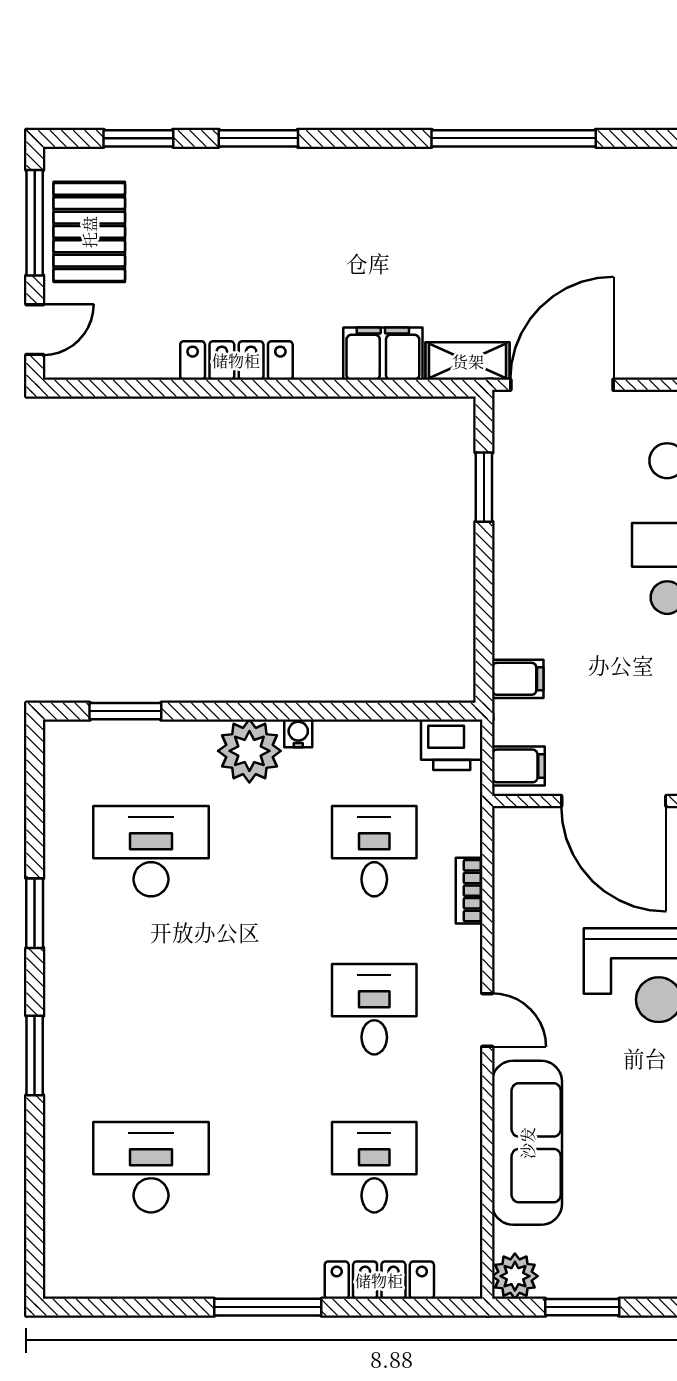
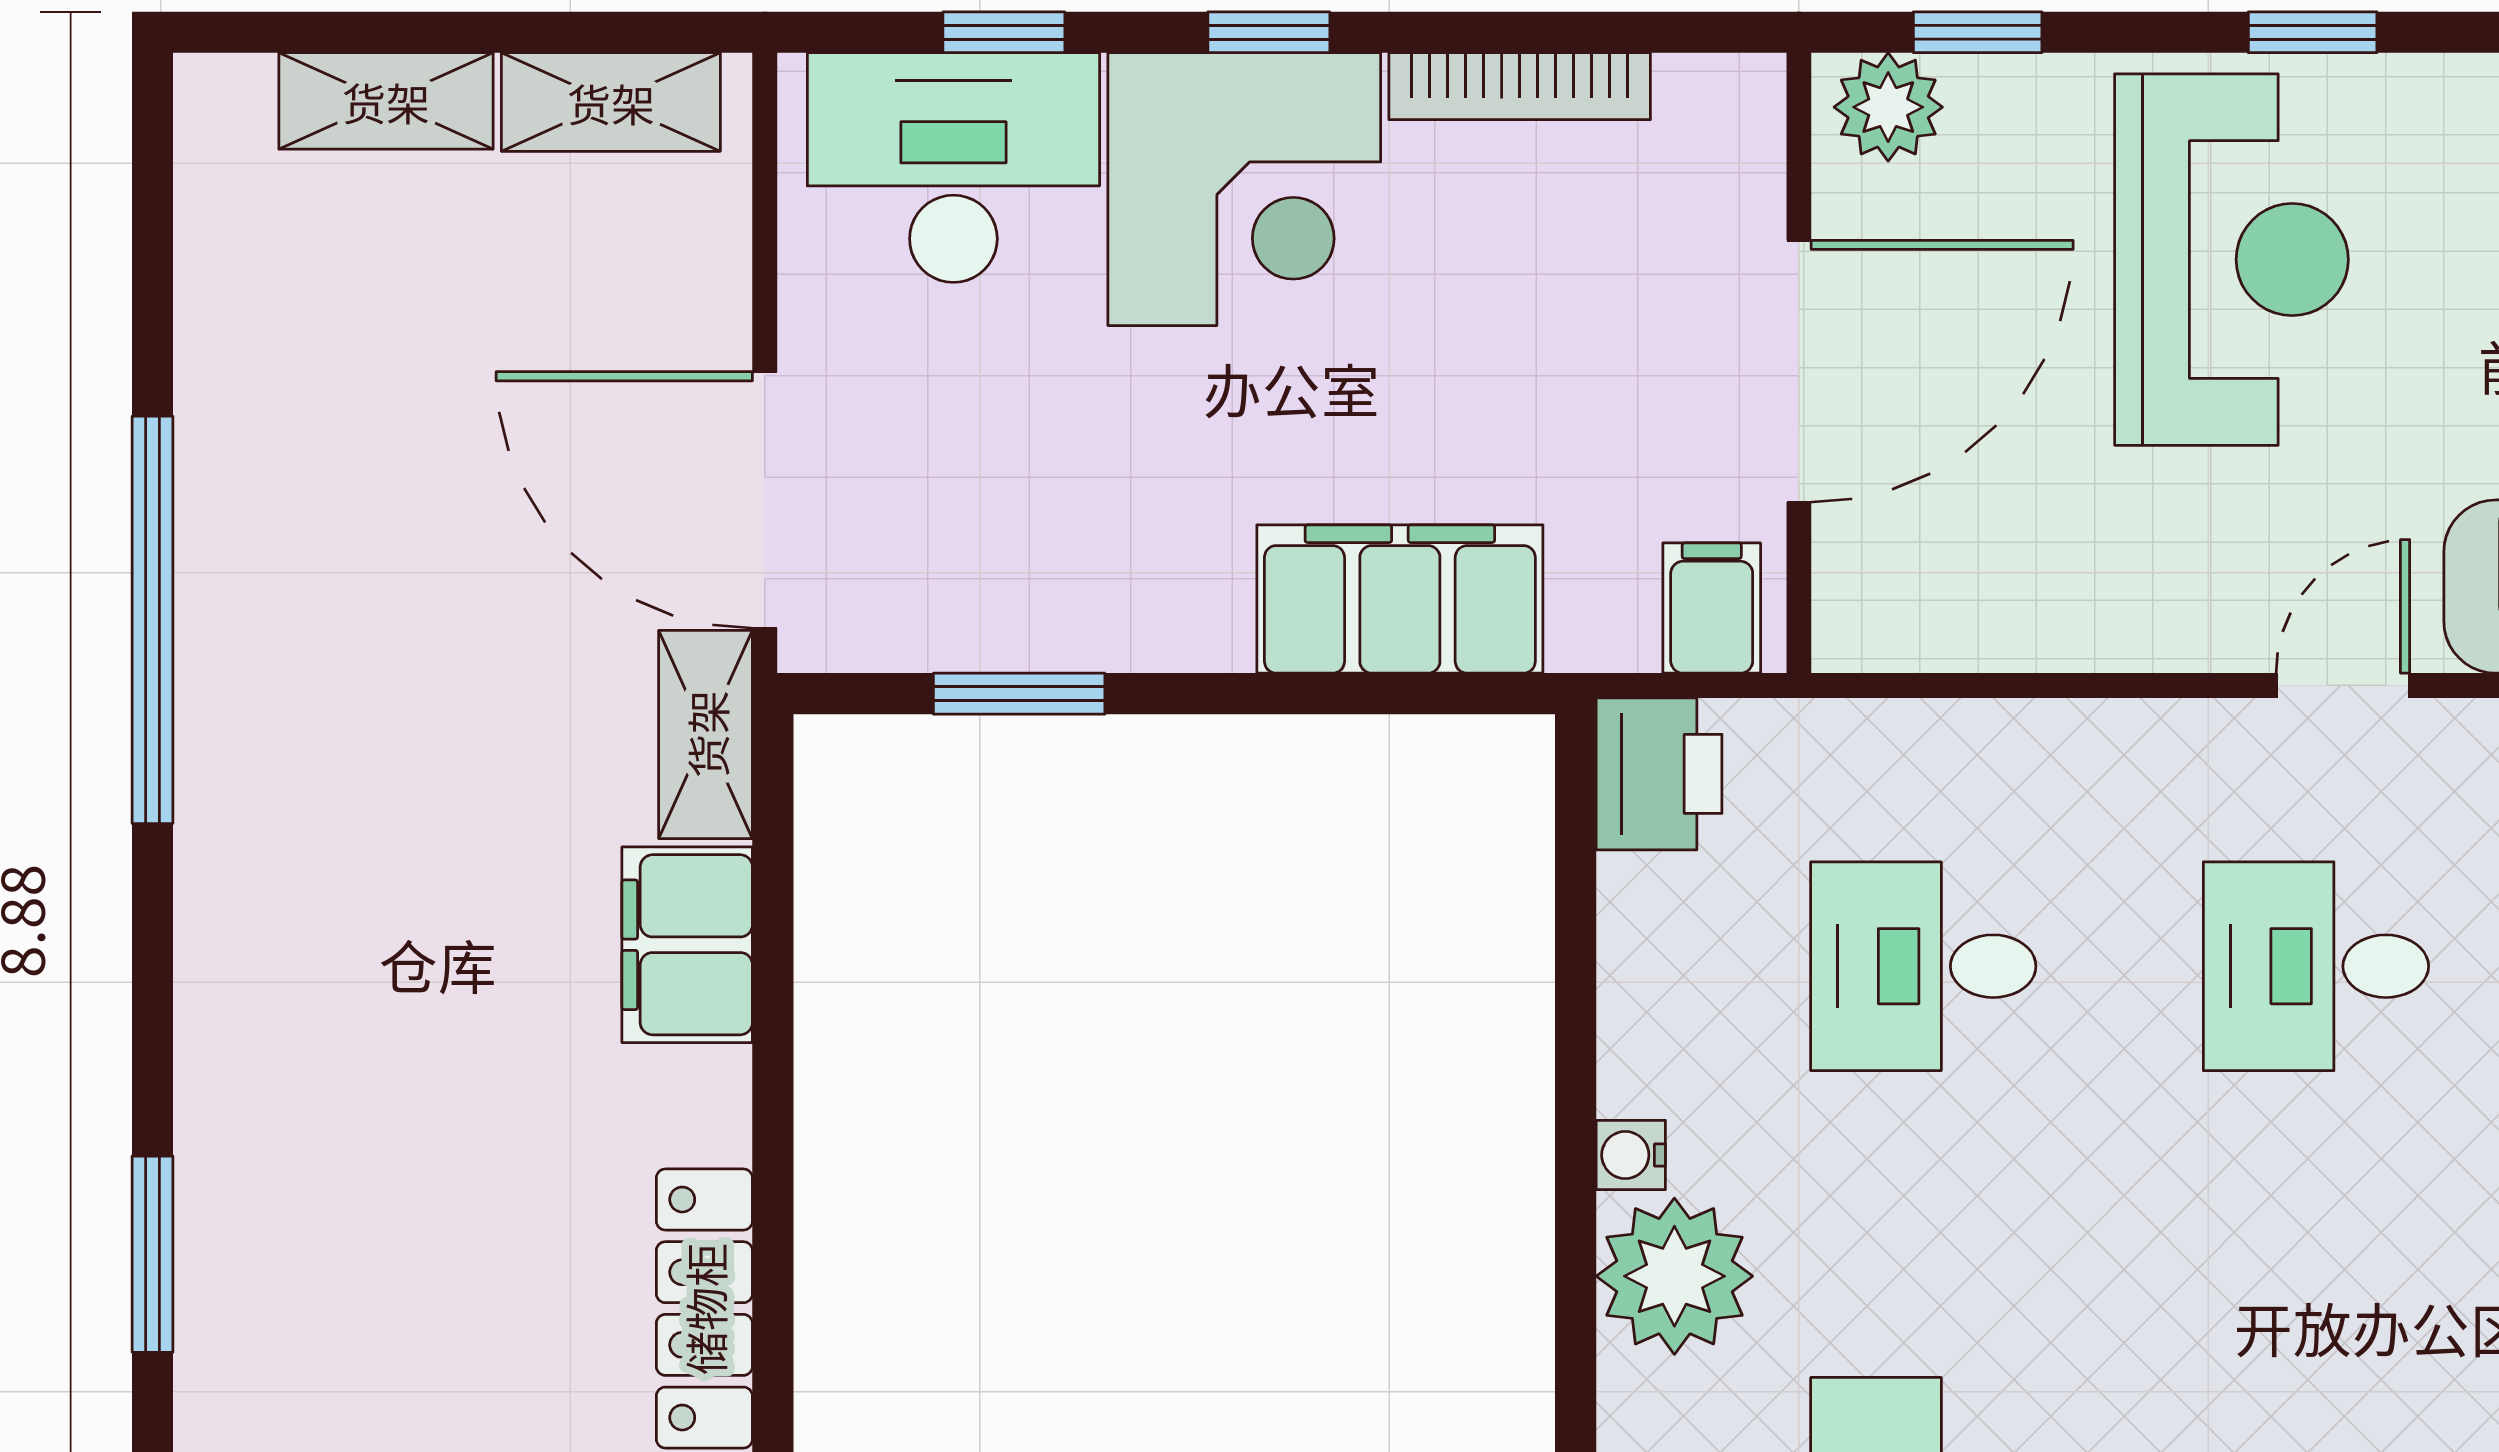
filing cabinet: (518, 679) -> (1400, 599), width x3.00, depth x1.17
bookcase: (469, 891) -> (2021, 731), removed

